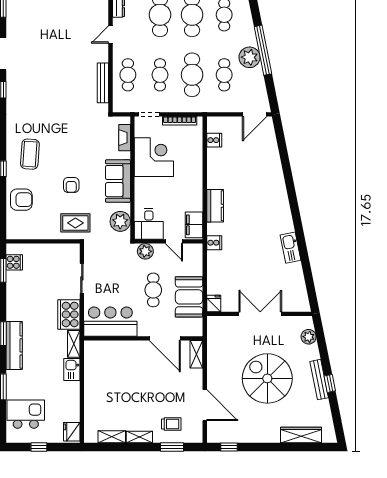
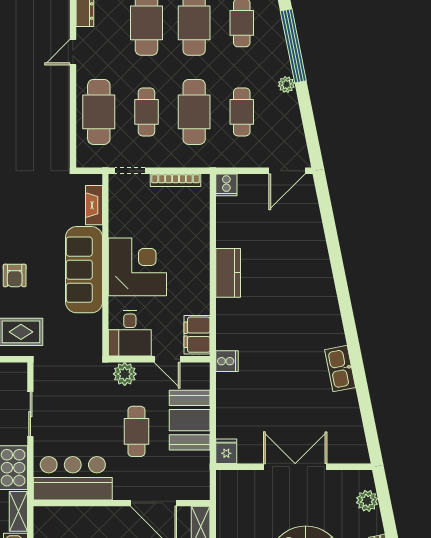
window: (263, 50) -> (293, 46), moved
plant: (250, 57) -> (286, 85), width x0.53, depth x0.53
cafe table: (128, 75) -> (99, 112), width x1.37, depth x1.35
bench: (103, 83) -> (62, 124), removed
cooker: (214, 140) -> (226, 185), moved, turned 90
corner desk: (154, 157) -> (137, 267), moved
sofa: (118, 181) -> (84, 270), width x1.36
kitchen counter: (215, 206) -> (228, 273), moved
plant: (120, 221) -> (87, 330), removed
booth: (189, 297) -> (190, 420), moved

